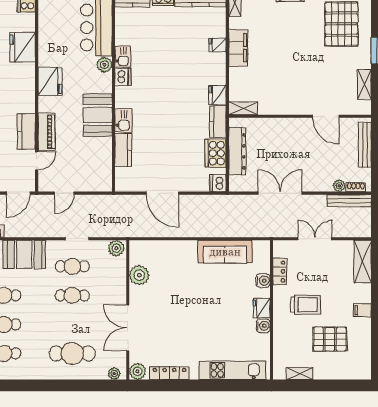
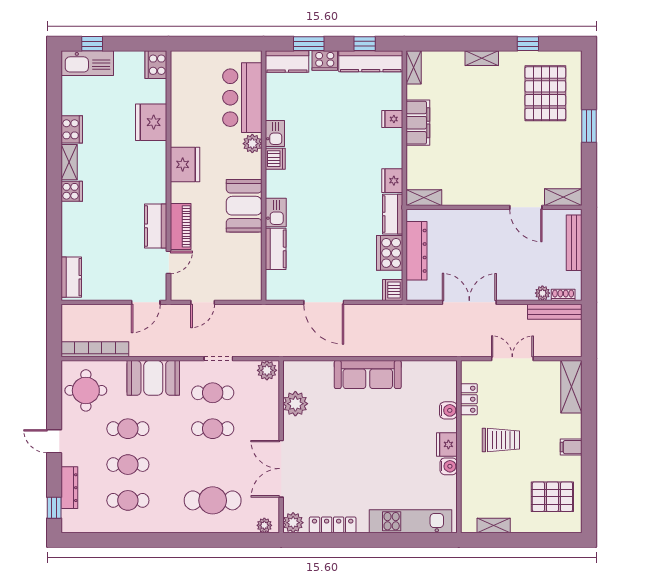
shelving: (364, 85) -> (563, 197), moved, turned 90
sofa: (225, 252) -> (368, 375), moved
pallet: (330, 339) -> (552, 497), moved

